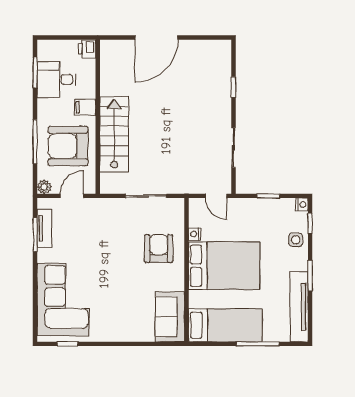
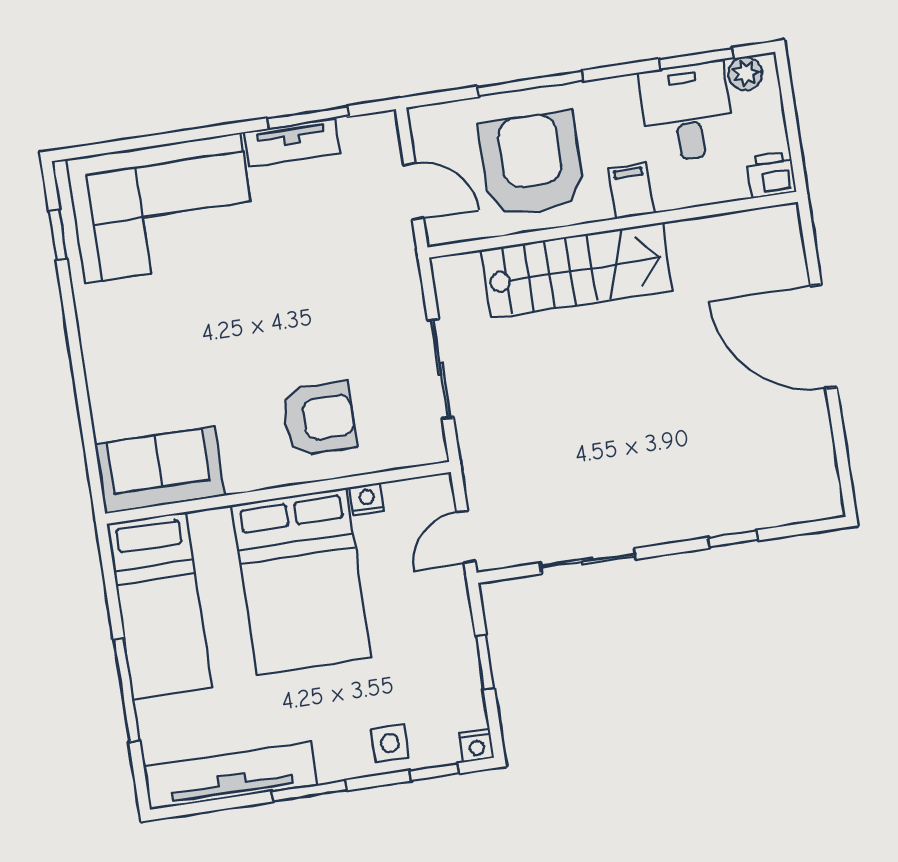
plant: (44, 187) -> (745, 73), moved
tv unit: (44, 228) -> (292, 143), moved

